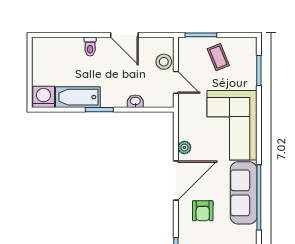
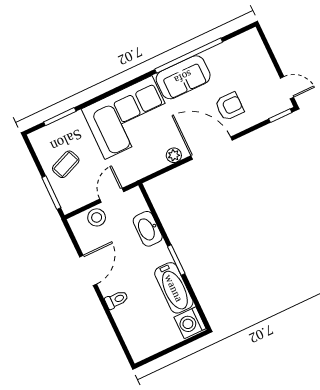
washbasin: (135, 101) -> (148, 229), width x1.91, depth x1.45
sofa: (244, 193) -> (183, 77), width x0.73

